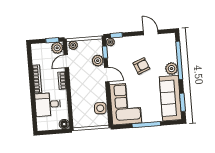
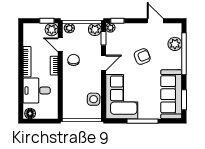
door: (66, 61) -> (60, 45), hinge flipped
plant: (98, 61) -> (95, 29), moved
plant: (172, 69) -> (175, 44), moved
chair: (79, 74) -> (74, 60), added
door: (107, 75) -> (103, 63), hinge flipped
floor lamp: (64, 124) -> (30, 113), moved

